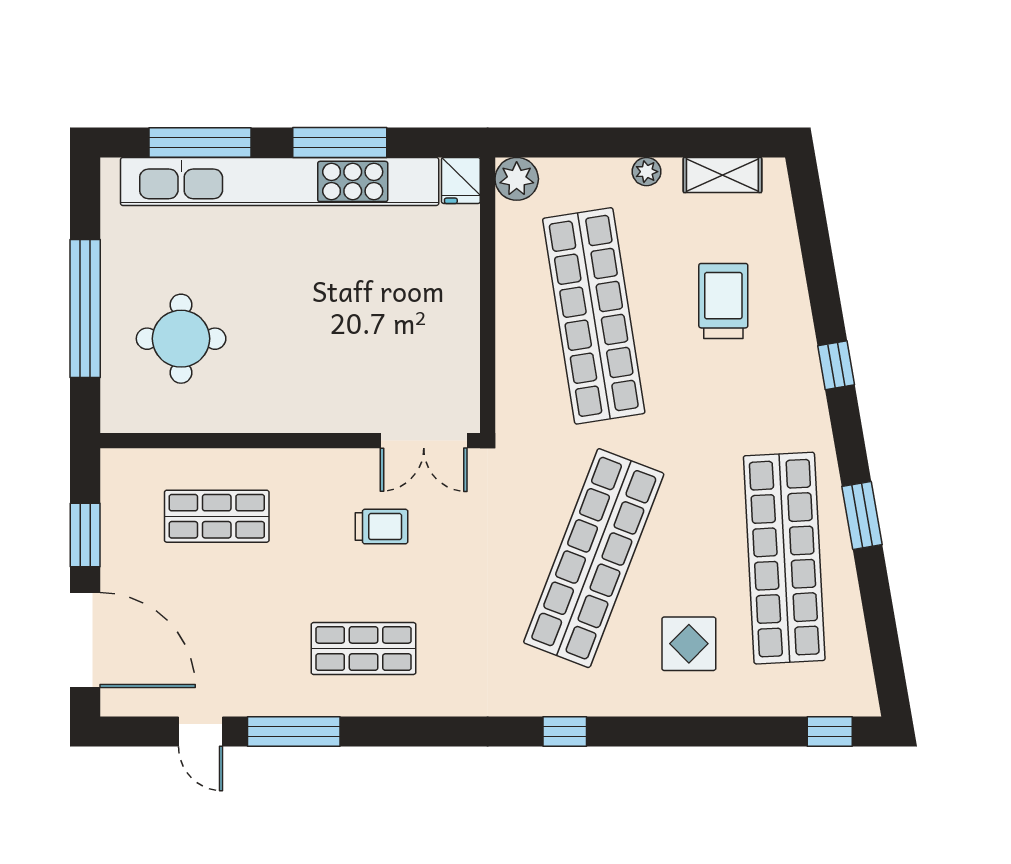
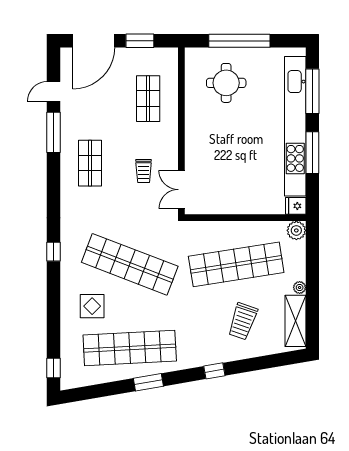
shelving: (722, 175) -> (295, 321), width x1.50, depth x1.33
trolley: (723, 301) -> (243, 321), turned 109

